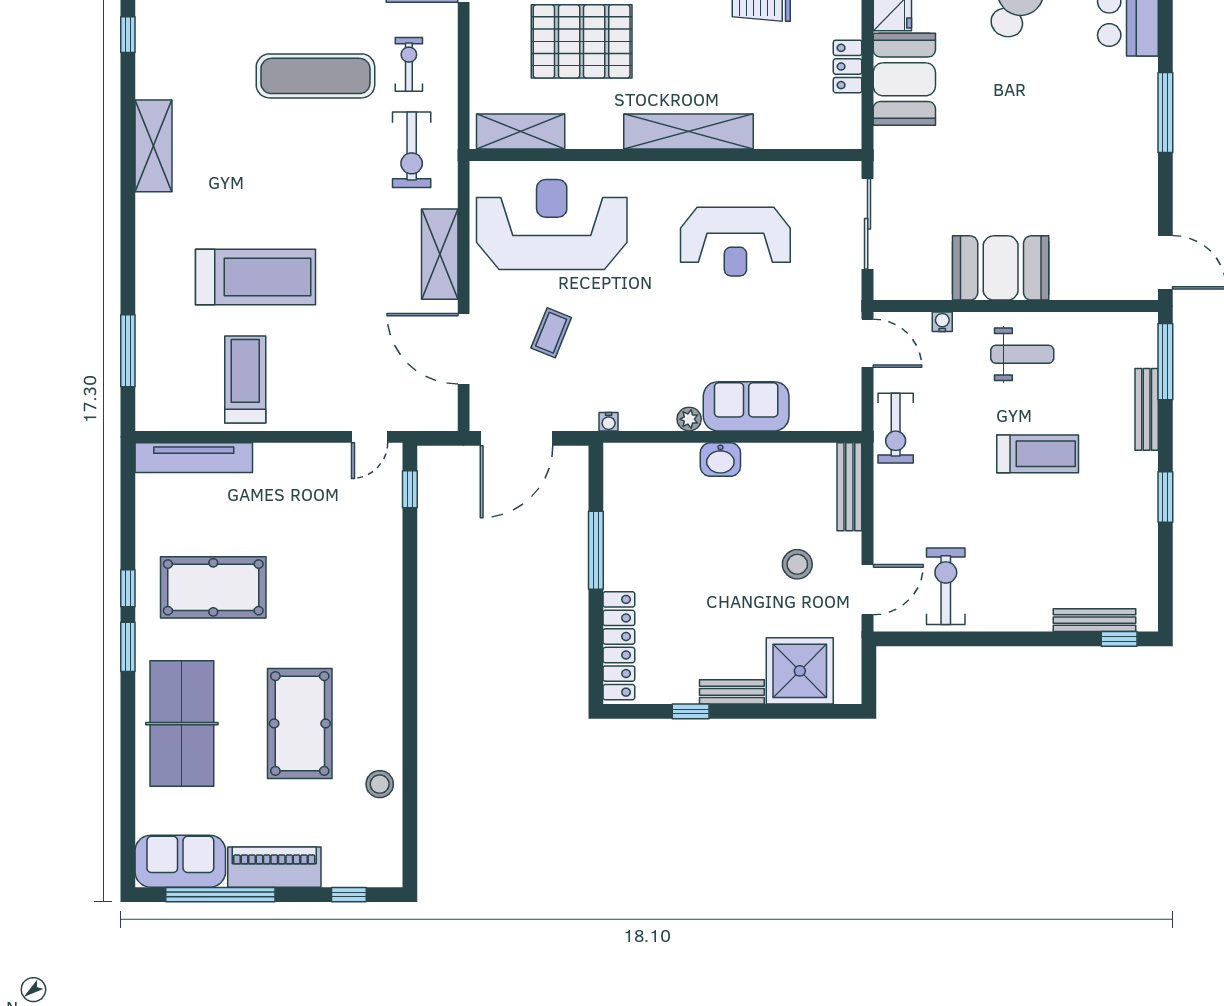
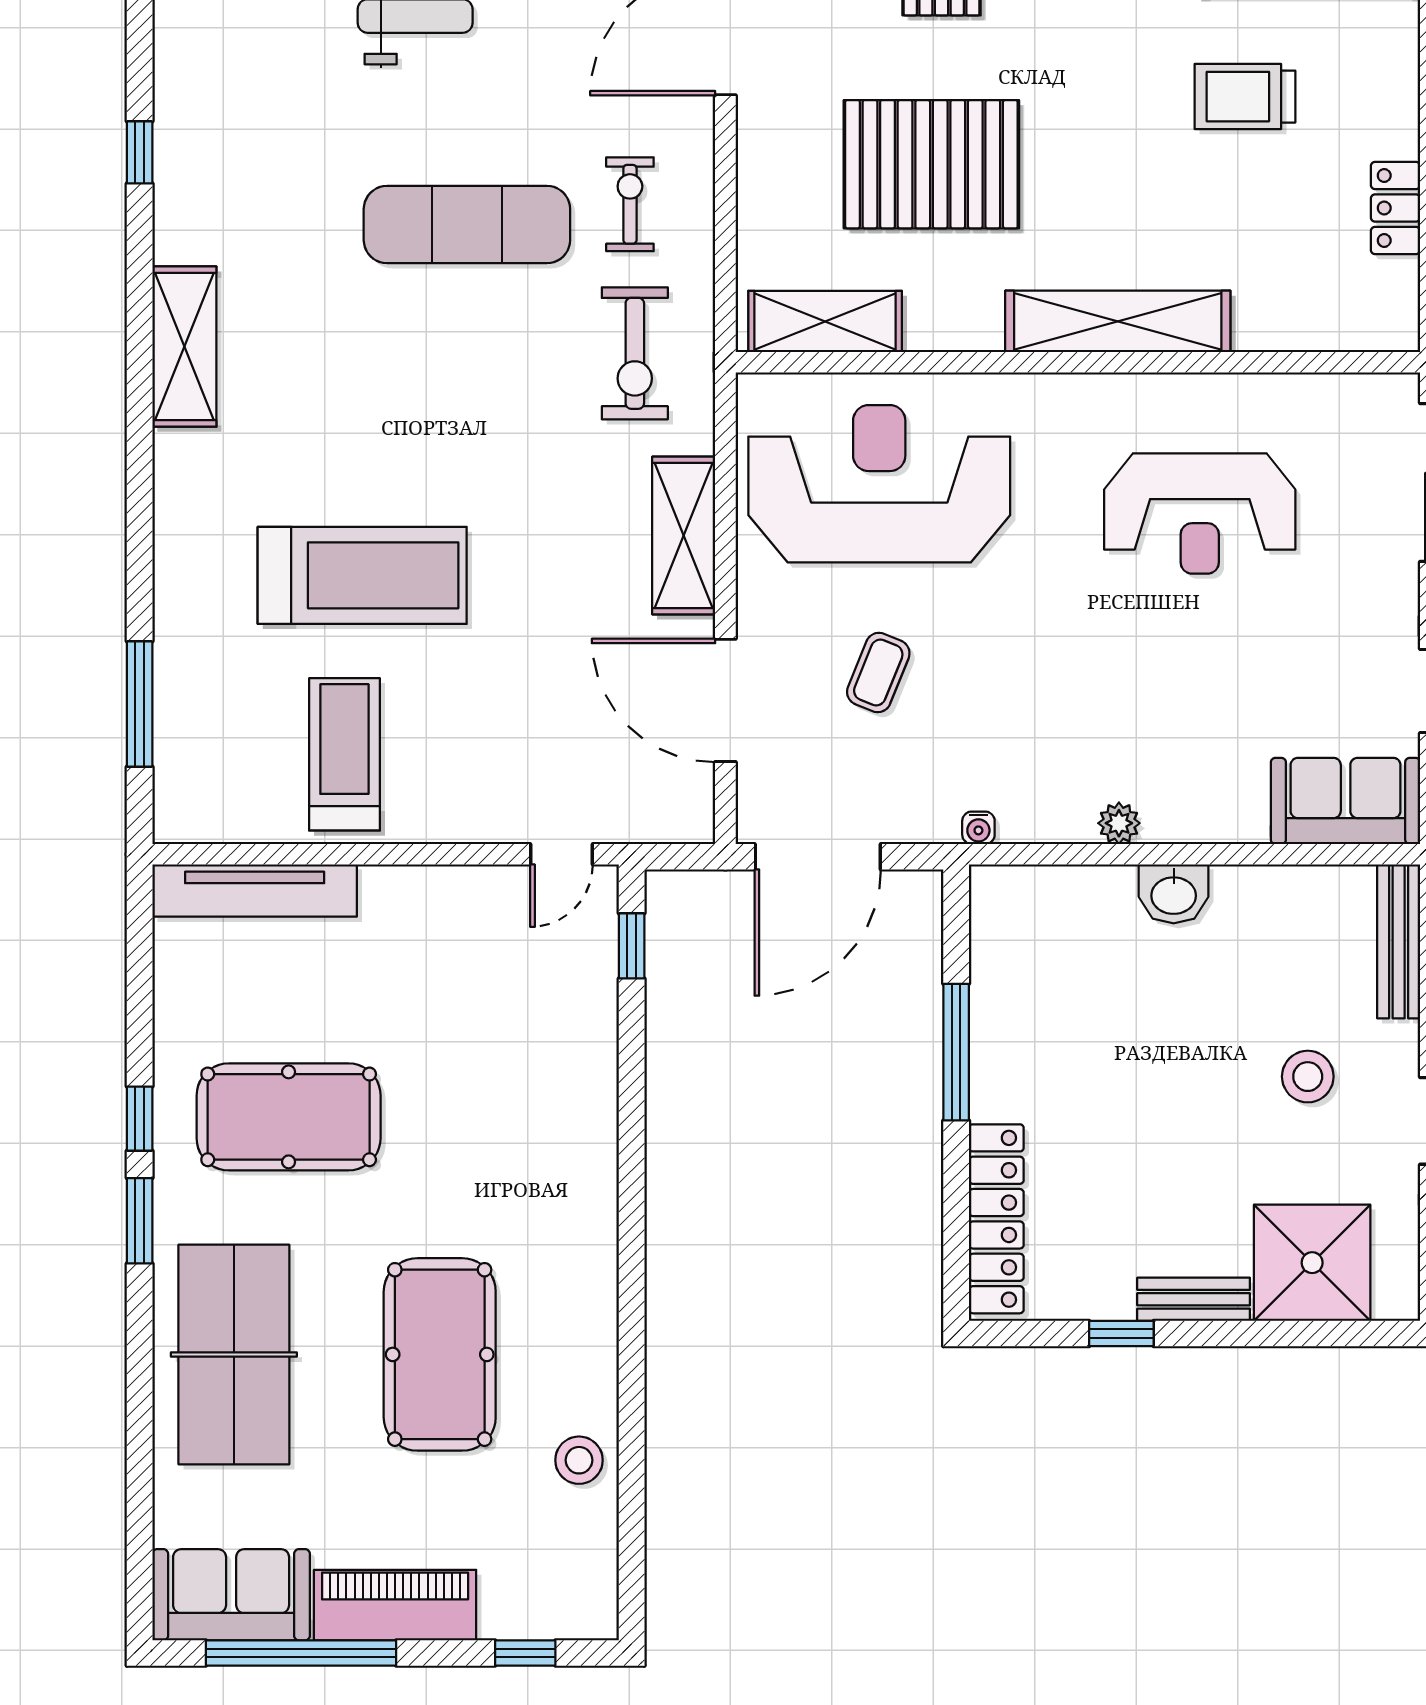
sofa: (746, 406) -> (1346, 801), moved

